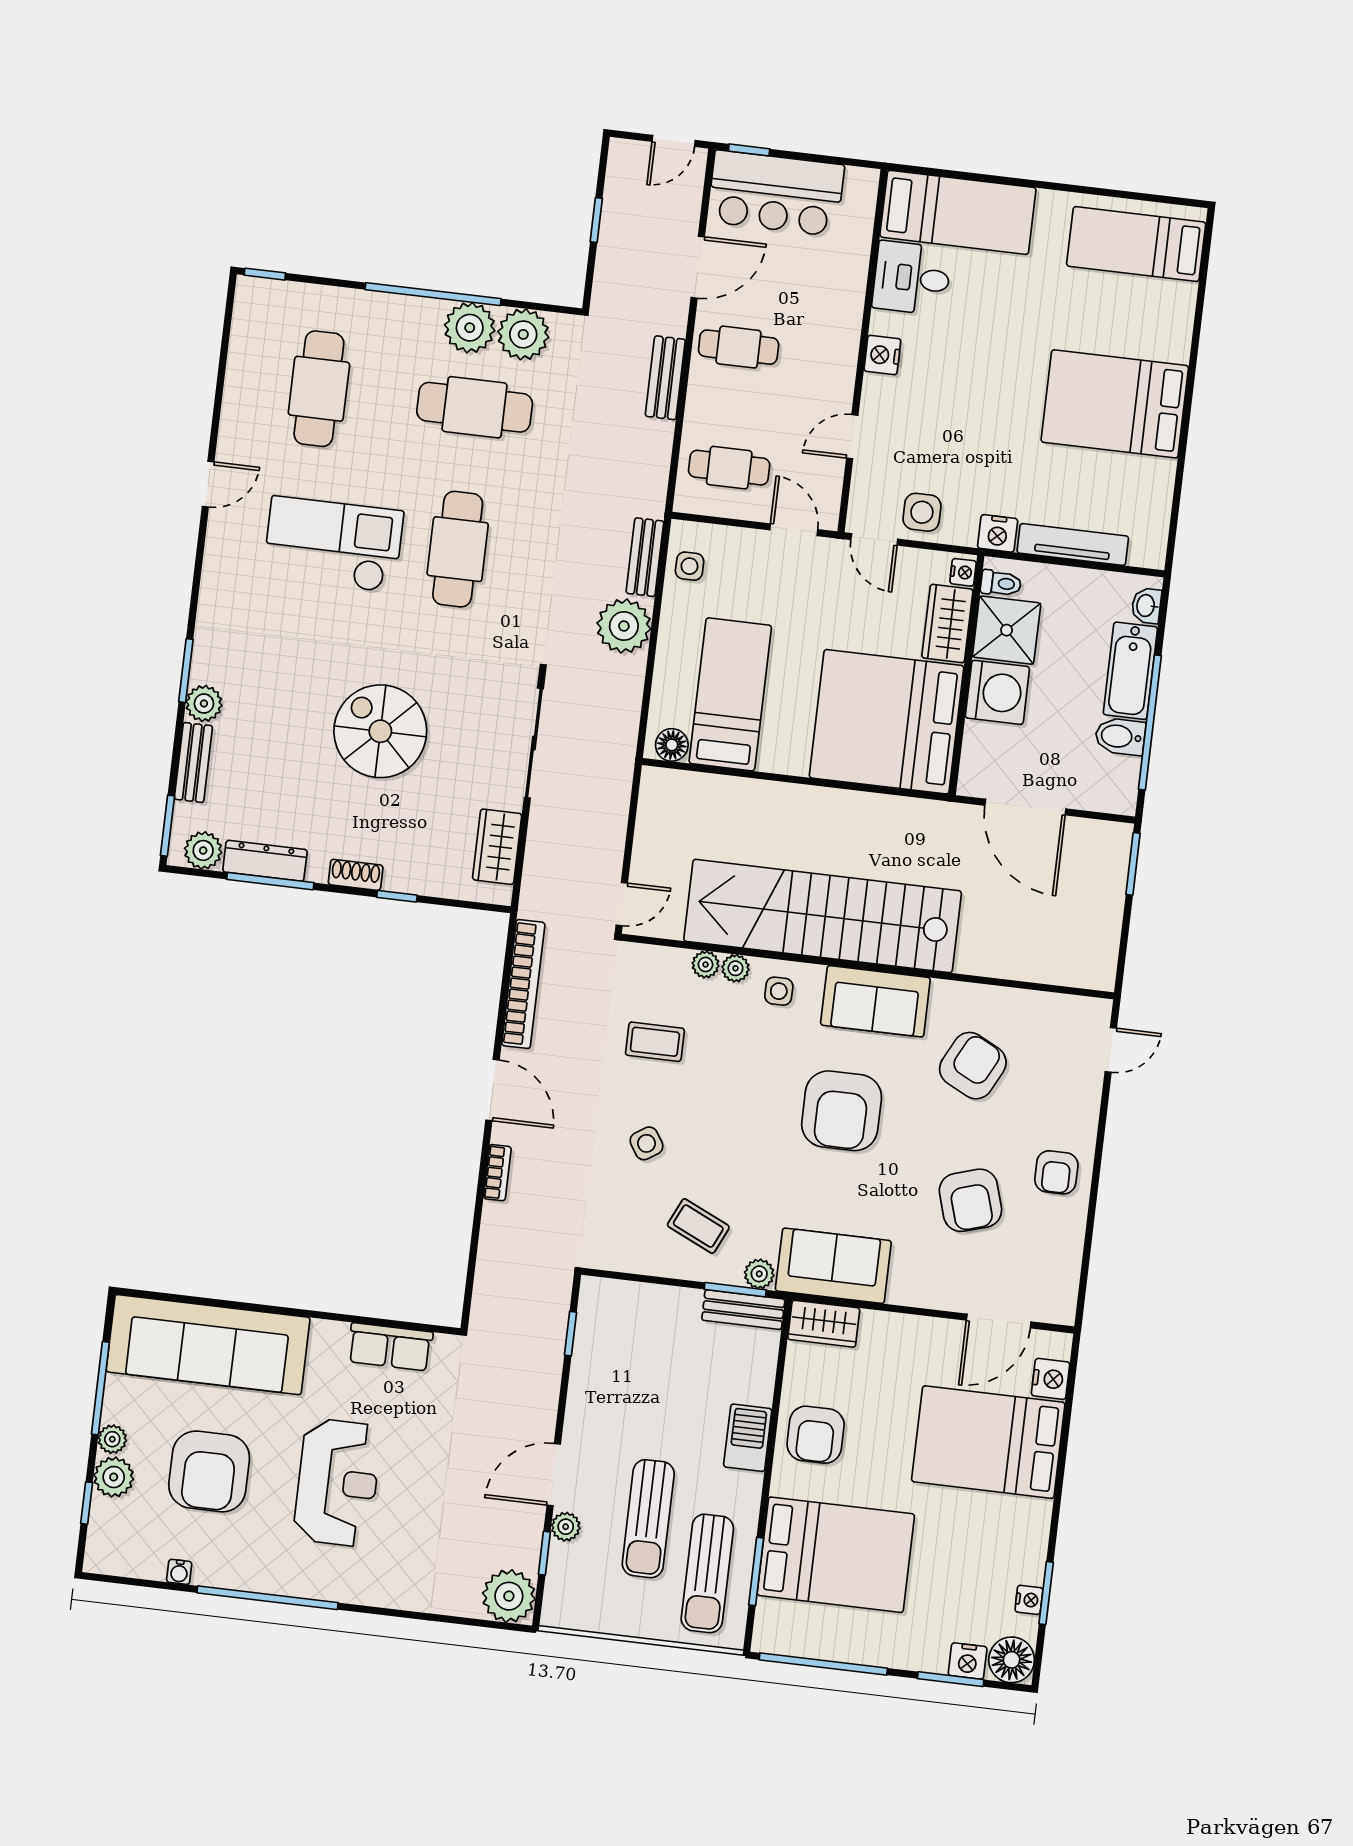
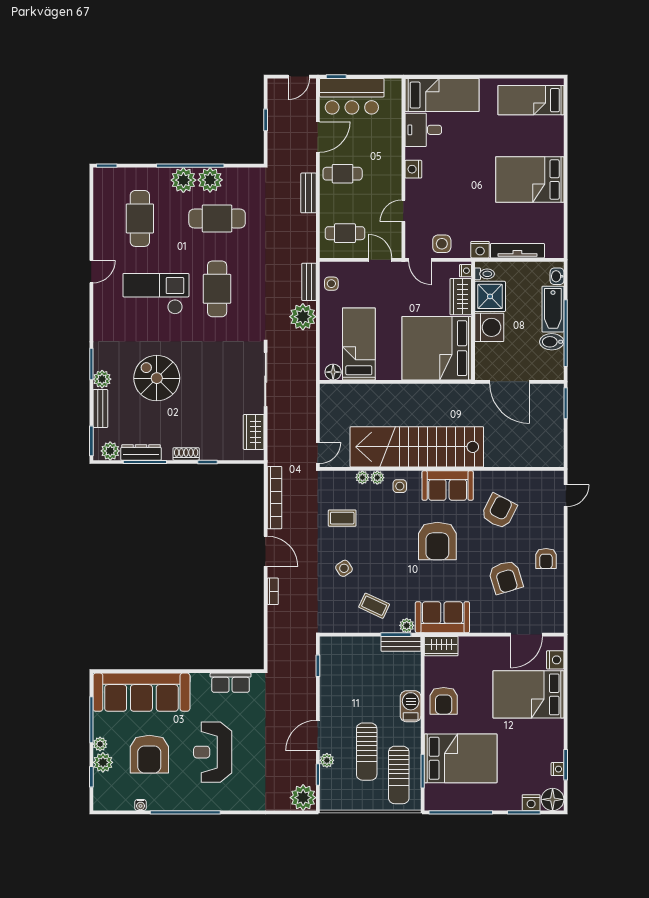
plant: (523, 334) -> (183, 180), moved
spiral stairs: (380, 731) -> (157, 378), moved
reception desk: (337, 1483) -> (213, 752), turned 180

